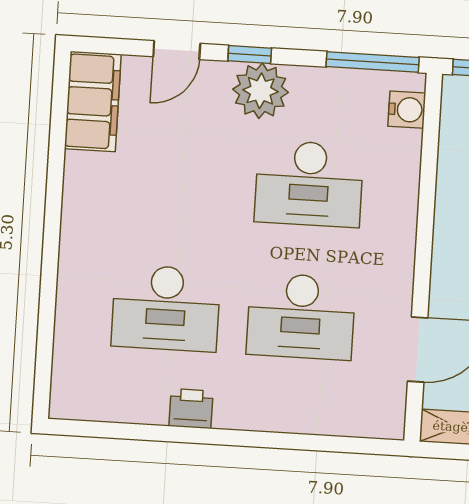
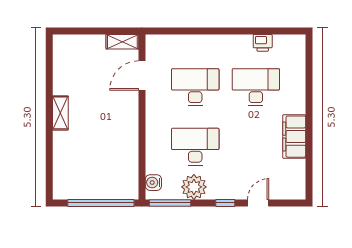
plant: (261, 91) -> (194, 187), moved
filing cabinet: (93, 102) -> (294, 137), moved
printer: (191, 409) -> (263, 43), moved

